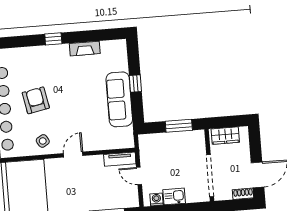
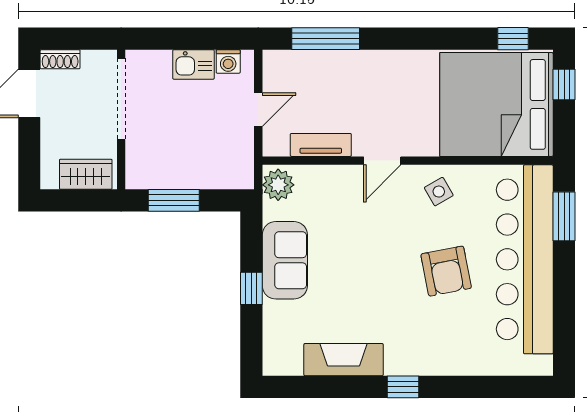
fireplace: (85, 49) -> (344, 360), width x1.37, depth x1.32
sofa: (119, 99) -> (285, 260), width x0.73
plant: (126, 138) -> (278, 185), added
tv unit: (120, 159) -> (321, 145), moved
door: (139, 176) -> (258, 110), hinge flipped

